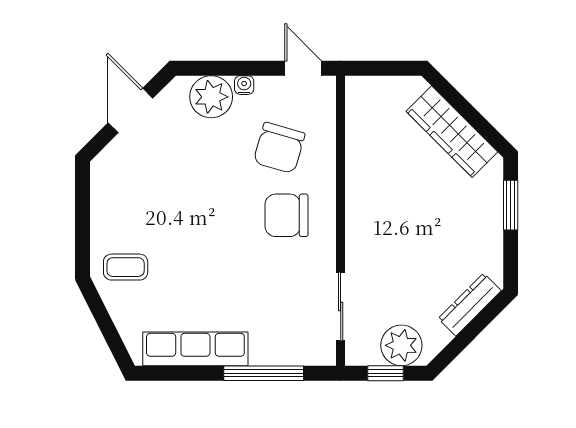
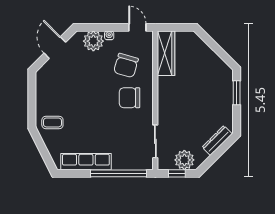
wardrobe: (452, 132) -> (166, 53), moved, turned -135
window: (264, 373) -> (118, 173), width x1.46

